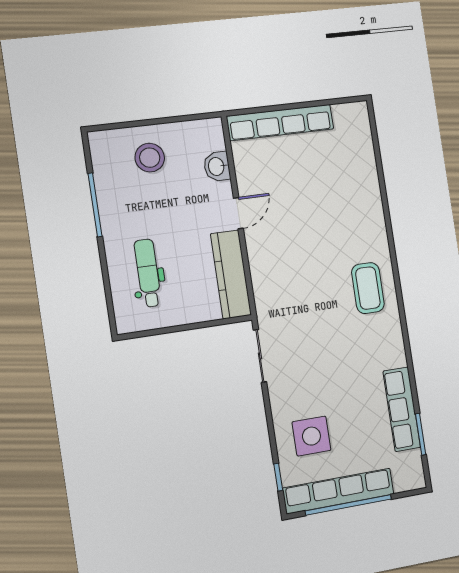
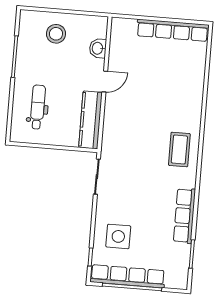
row of seats: (280, 123) -> (173, 30), moved
row of seats: (402, 409) -> (185, 216), moved

